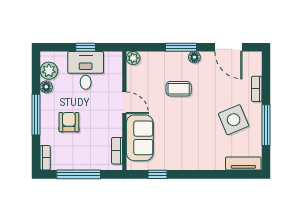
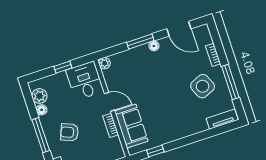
desk: (86, 70) -> (85, 81), moved
coffee table: (179, 89) -> (150, 76), removed
armchair: (69, 122) -> (70, 132), turned -68
bookcase: (117, 151) -> (111, 125), moved

